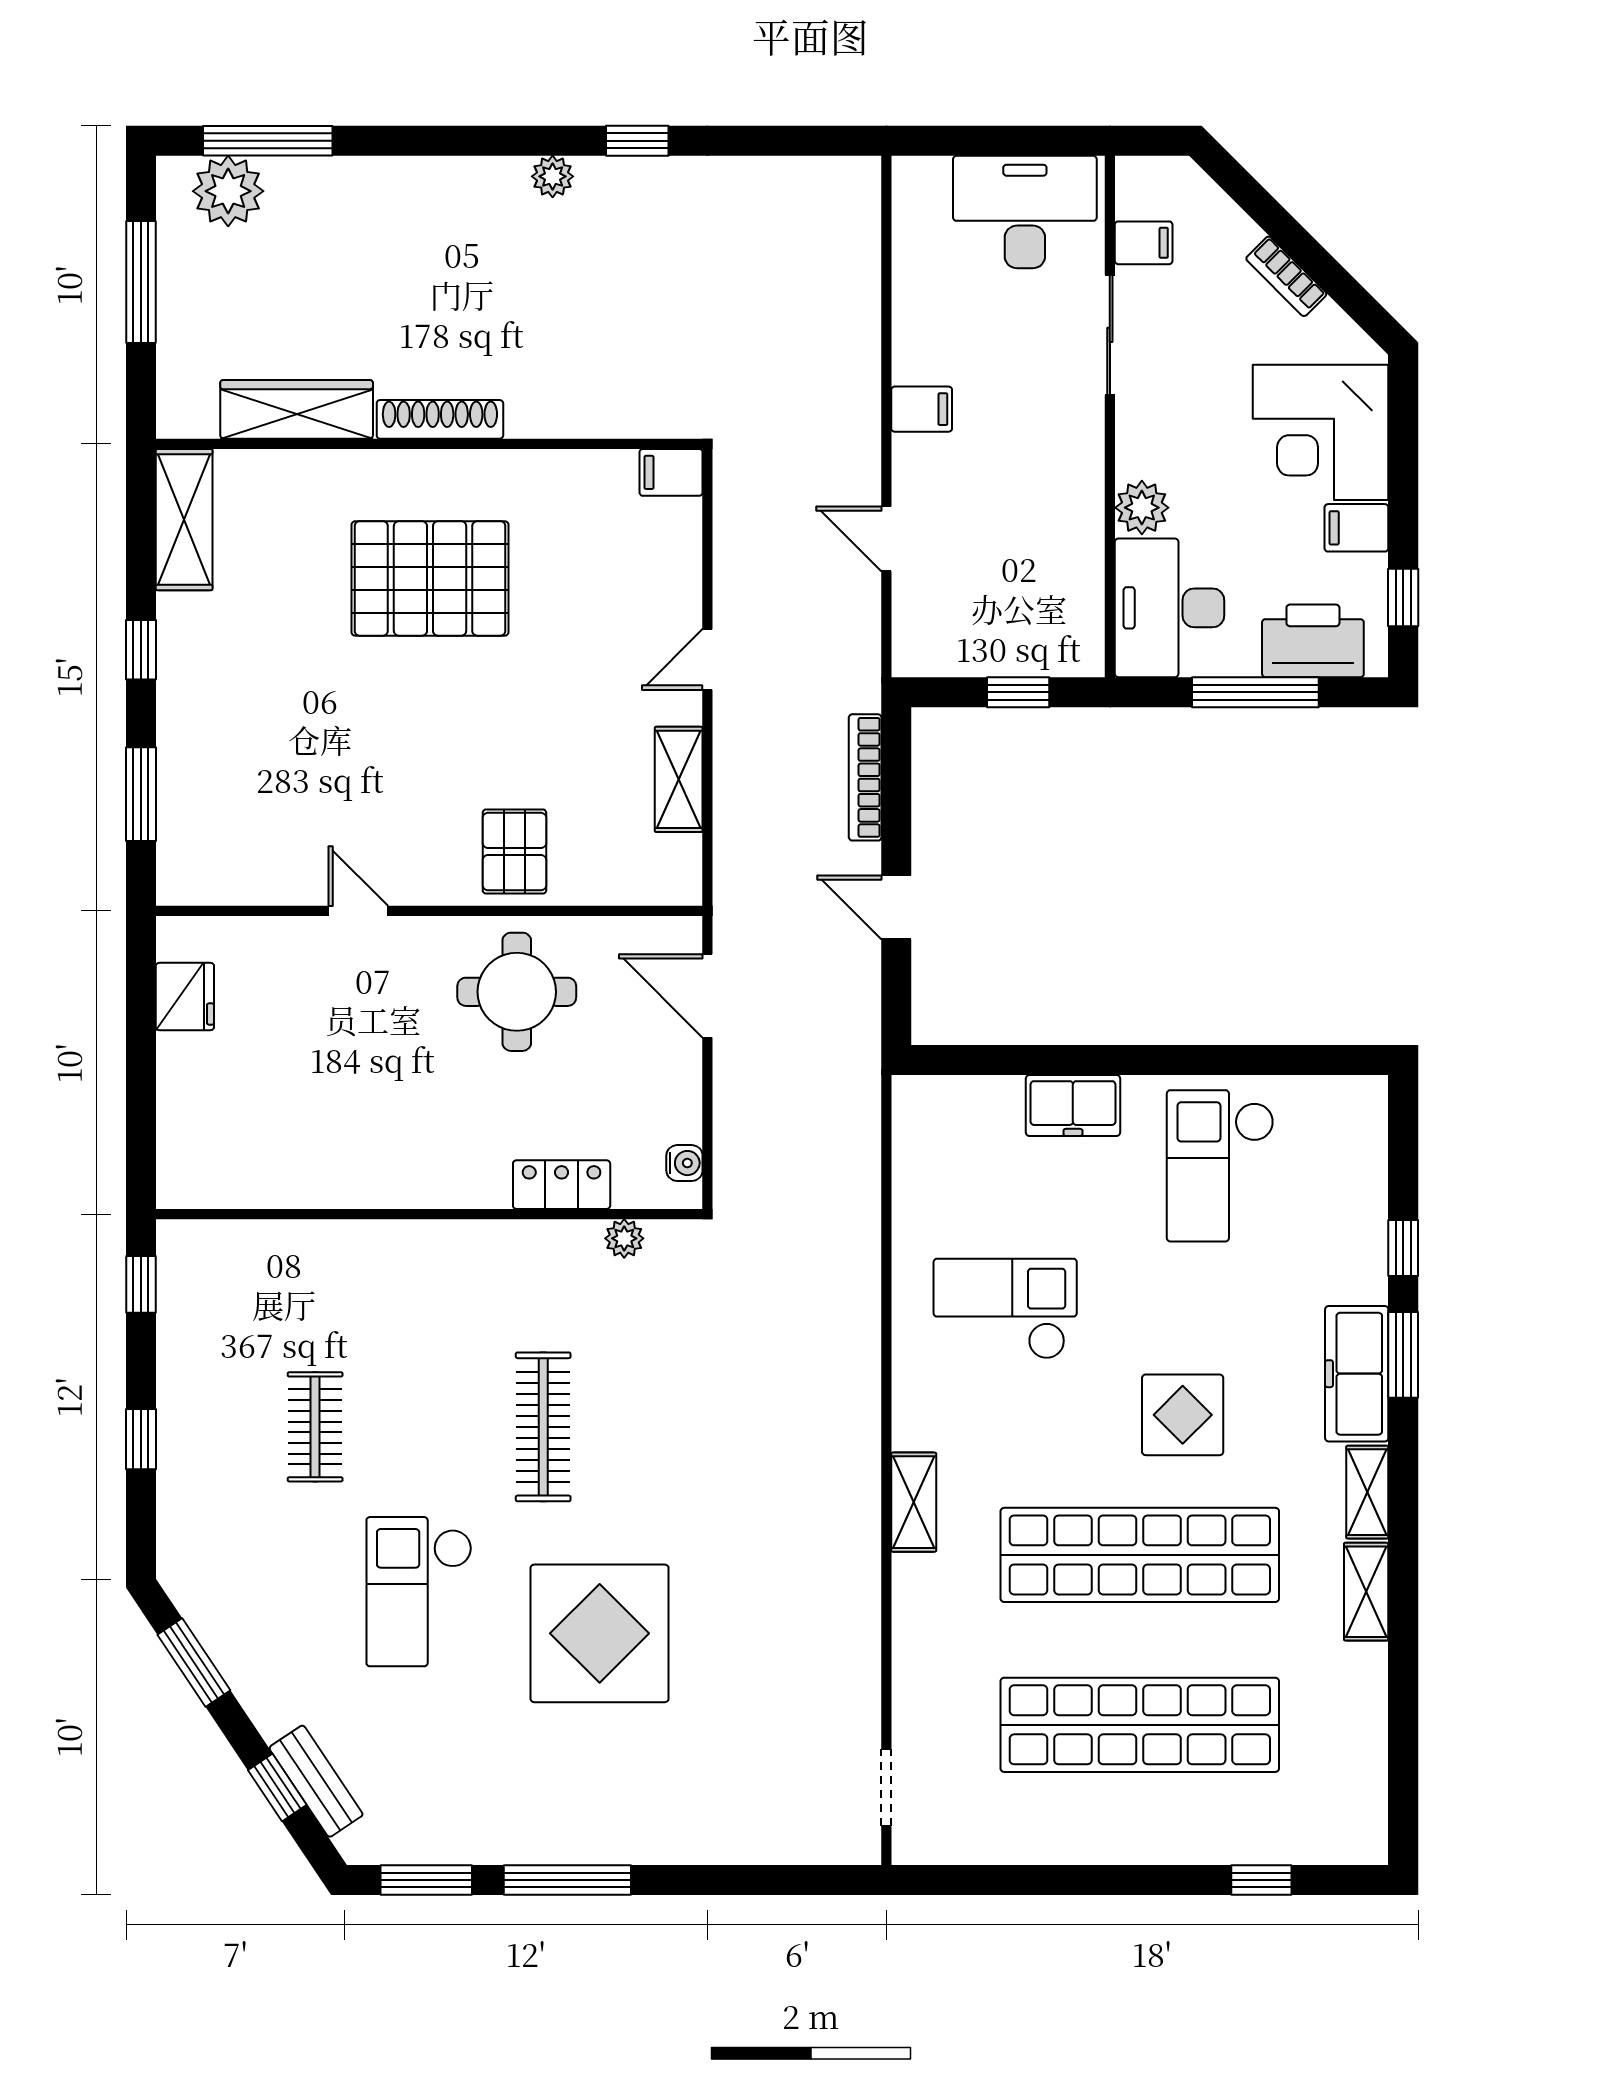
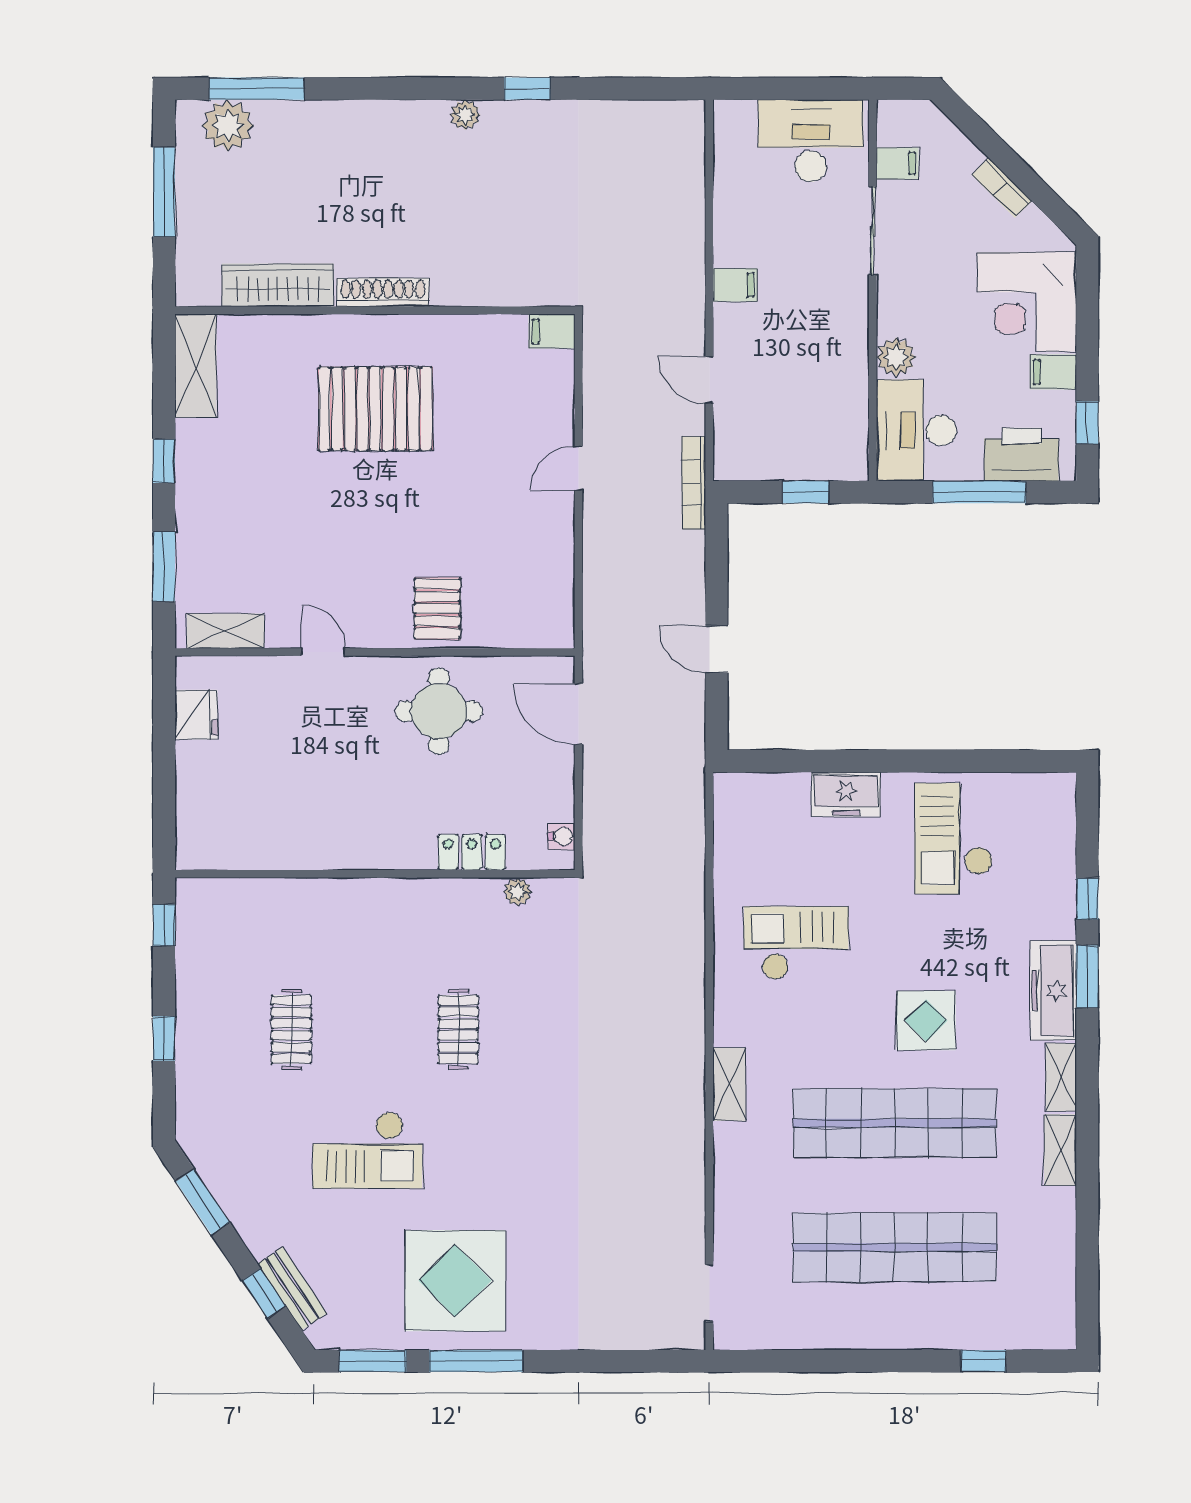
bookcase: (865, 777) -> (694, 483), moved
shelving: (679, 779) -> (225, 631), moved, turned 90
clothes rail: (543, 1427) -> (458, 1029), width x0.73
checkout: (419, 1592) -> (367, 1150), turned -90
display table: (600, 1633) -> (455, 1281), moved

